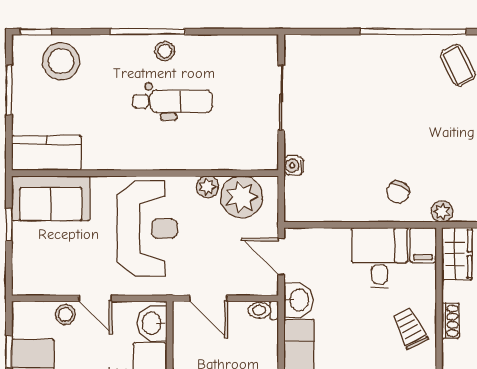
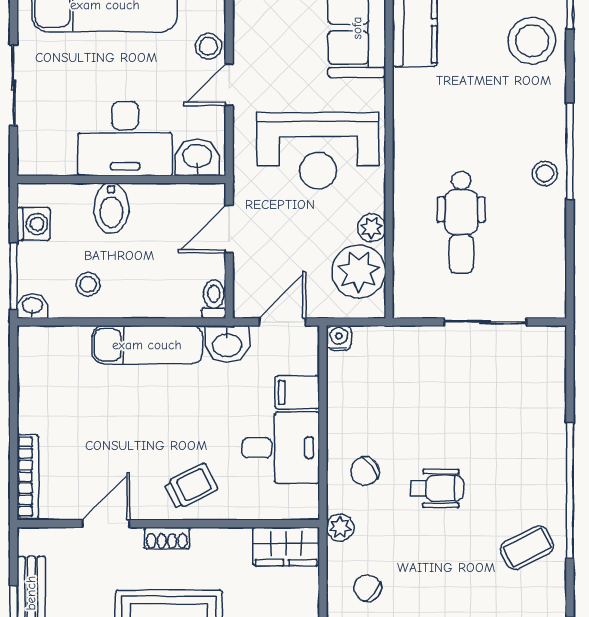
dental chair: (173, 101) -> (461, 222), moved
wheelchair: (411, 136) -> (437, 488), added
water cooler: (294, 165) -> (339, 338), moved
chair: (398, 192) -> (365, 471), turned -63
filing cabinet: (423, 245) -> (297, 392), moved
shoe rack: (450, 321) -> (167, 538), moved

